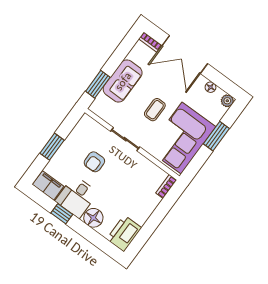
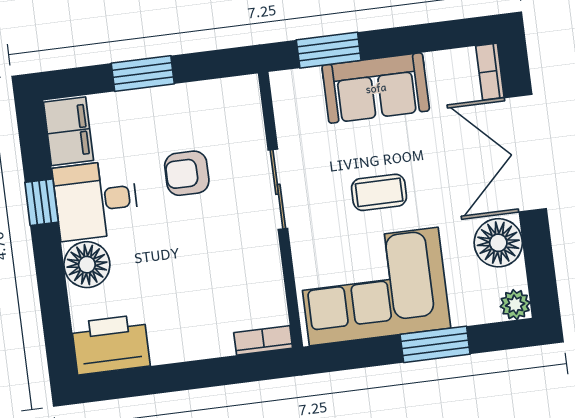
floor lamp: (211, 87) -> (498, 243), width x1.89, depth x1.89

